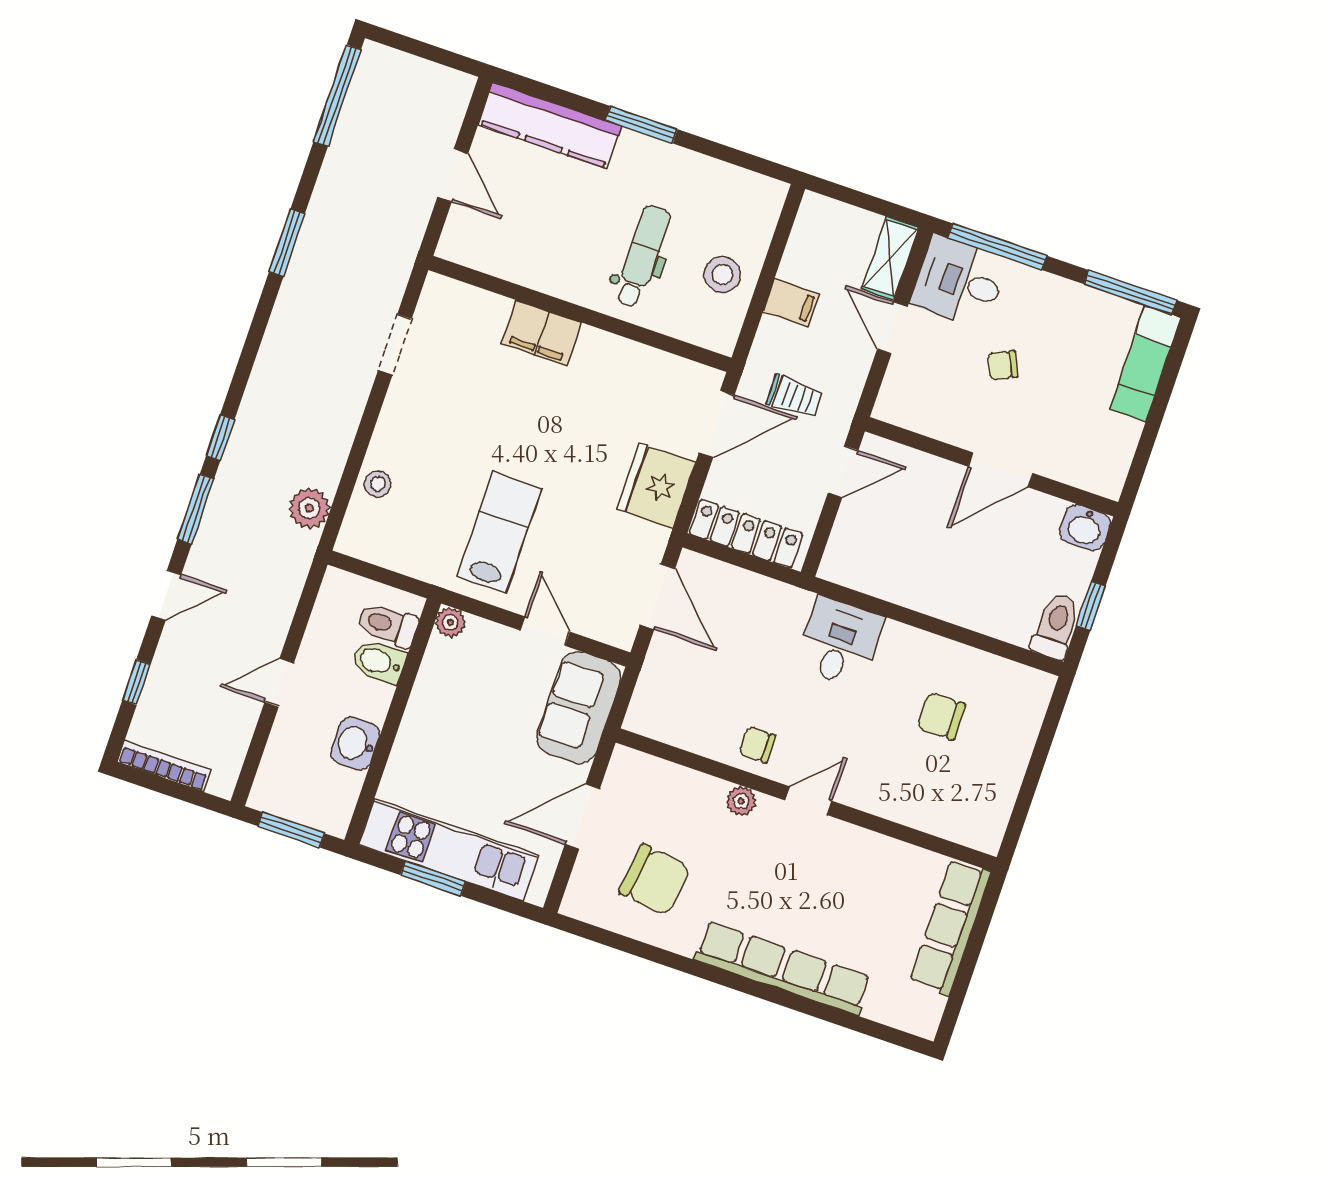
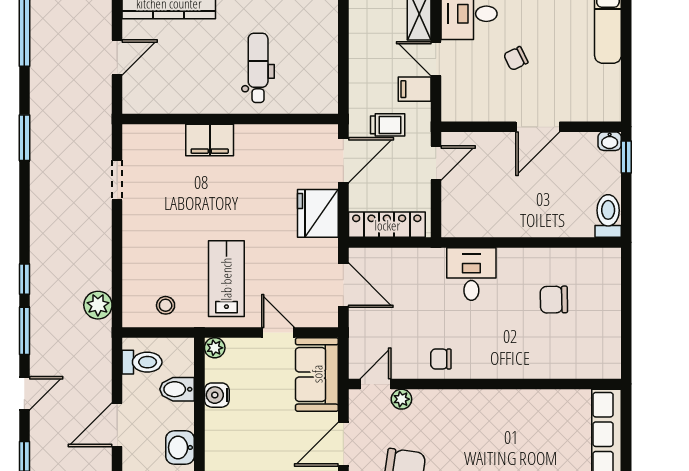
door: (453, 175) -> (117, 57), hinge flipped
stool: (722, 274) -> (314, 62), removed
filing cabinet: (791, 303) -> (415, 89), moved, turned 180
stool: (378, 484) -> (166, 305), moved
washbasin: (1085, 527) -> (610, 141), width x0.72, depth x0.69
window: (1091, 606) -> (626, 157), moved
toilet: (387, 625) -> (142, 362), moved, turned 180
door: (279, 682) -> (117, 425), width x1.38
water cooler: (431, 689) -> (217, 395), added
plant: (741, 801) -> (401, 399), moved
door: (809, 801) -> (375, 384), moved

